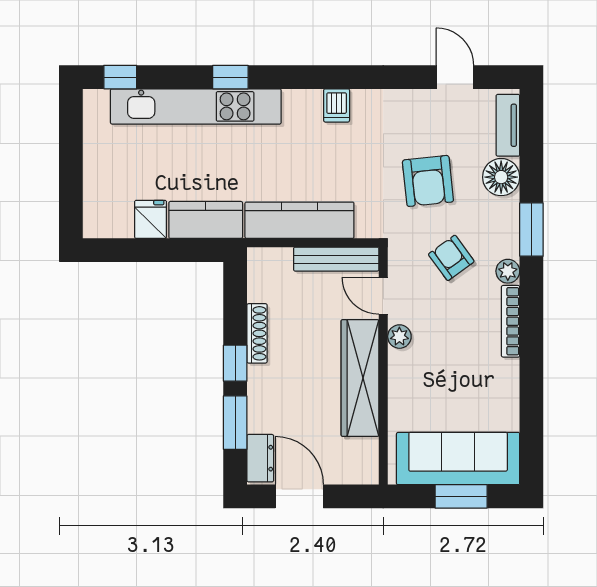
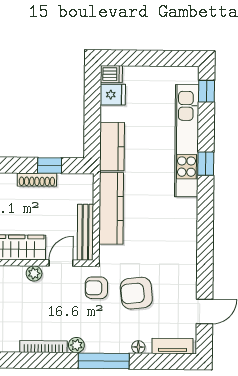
dishwasher: (337, 105) -> (111, 74), moved, turned 180
floor lamp: (501, 177) -> (138, 347), width x0.53, depth x0.53
fridge: (151, 219) -> (113, 95), moved
window: (531, 230) -> (104, 361), width x1.44
armchair: (451, 258) -> (96, 288), moved, turned -144
window: (235, 363) -> (50, 165), moved

